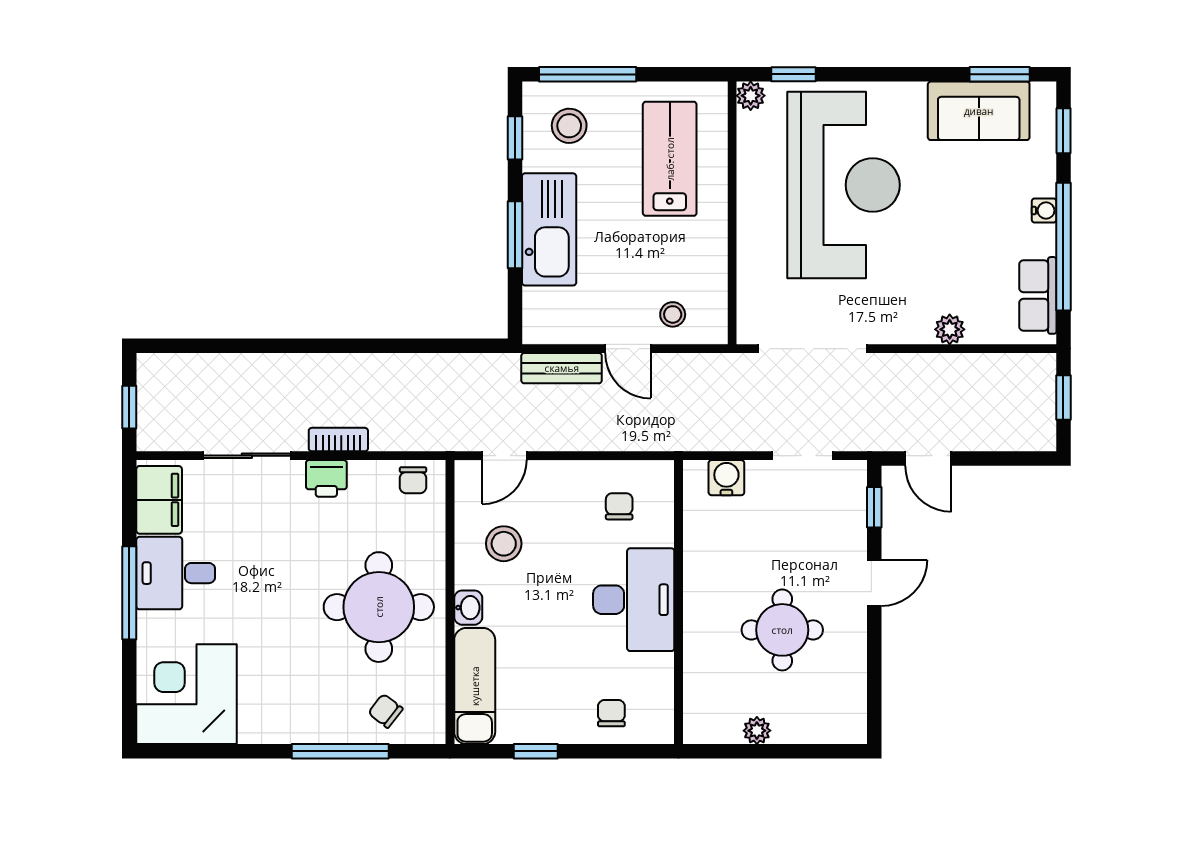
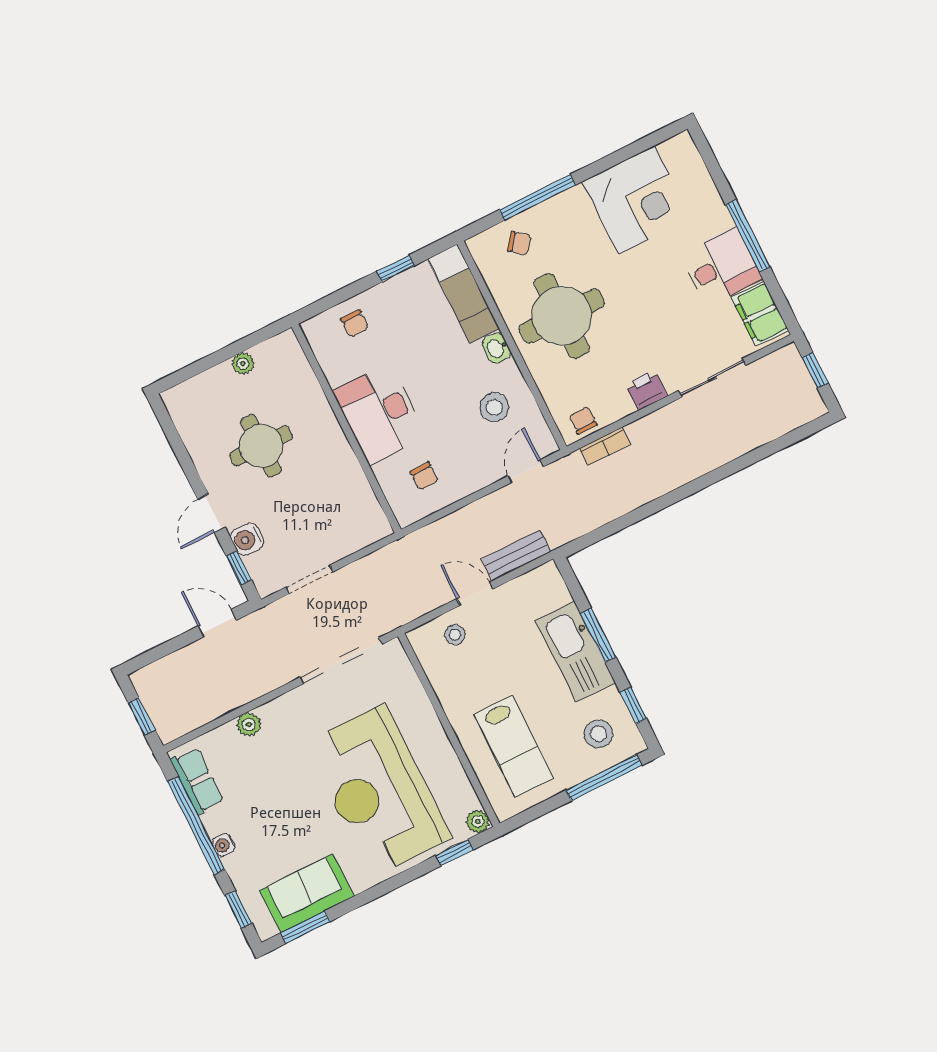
bookcase: (338, 440) -> (605, 446), moved
water cooler: (726, 478) -> (247, 539), moved, turned 90
corner desk: (187, 694) -> (636, 200), moved

